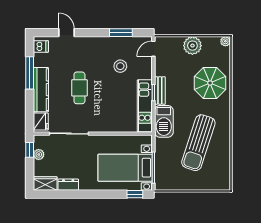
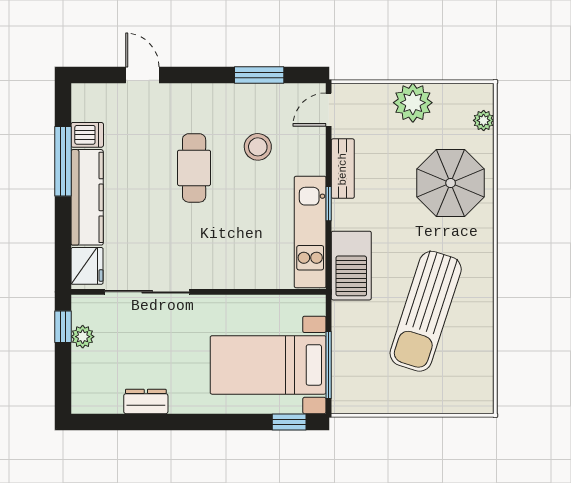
plant: (225, 41) -> (484, 120), moved
dishwasher: (41, 46) -> (87, 135), moved
cafe table: (79, 88) -> (194, 168), moved
bench: (160, 90) -> (343, 169), moved
wardrobe: (45, 184) -> (96, 399), removed

